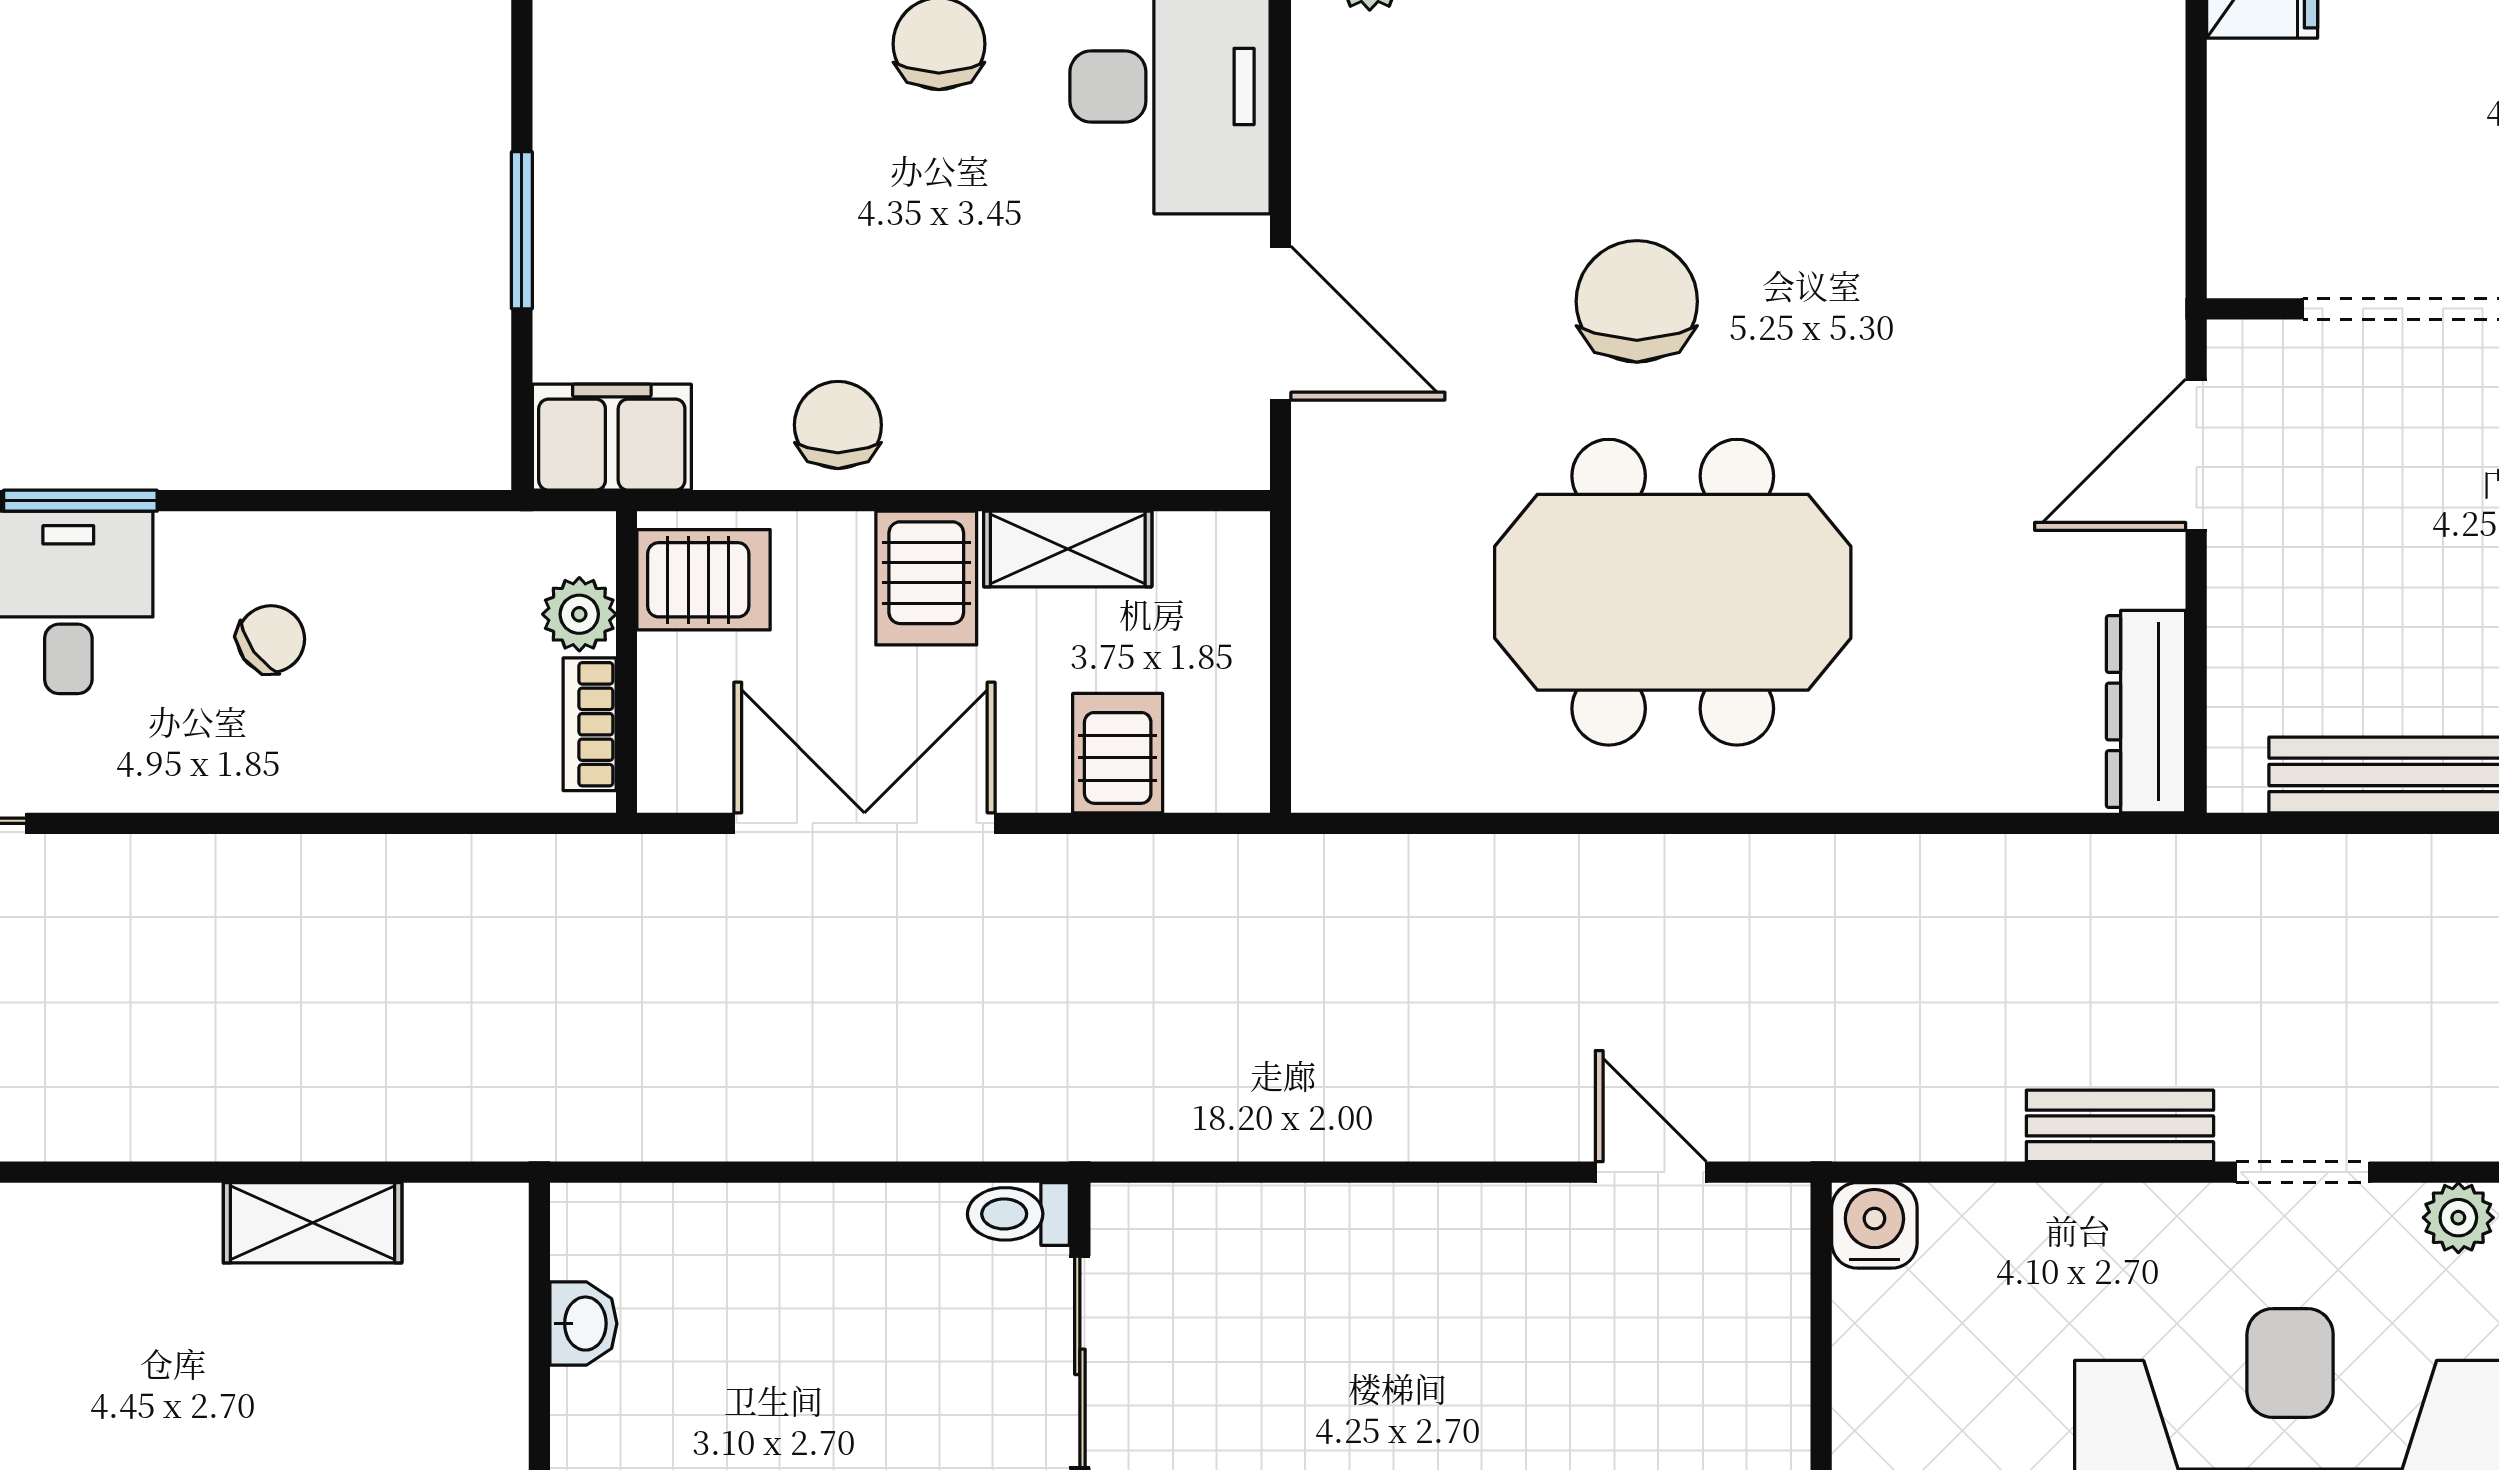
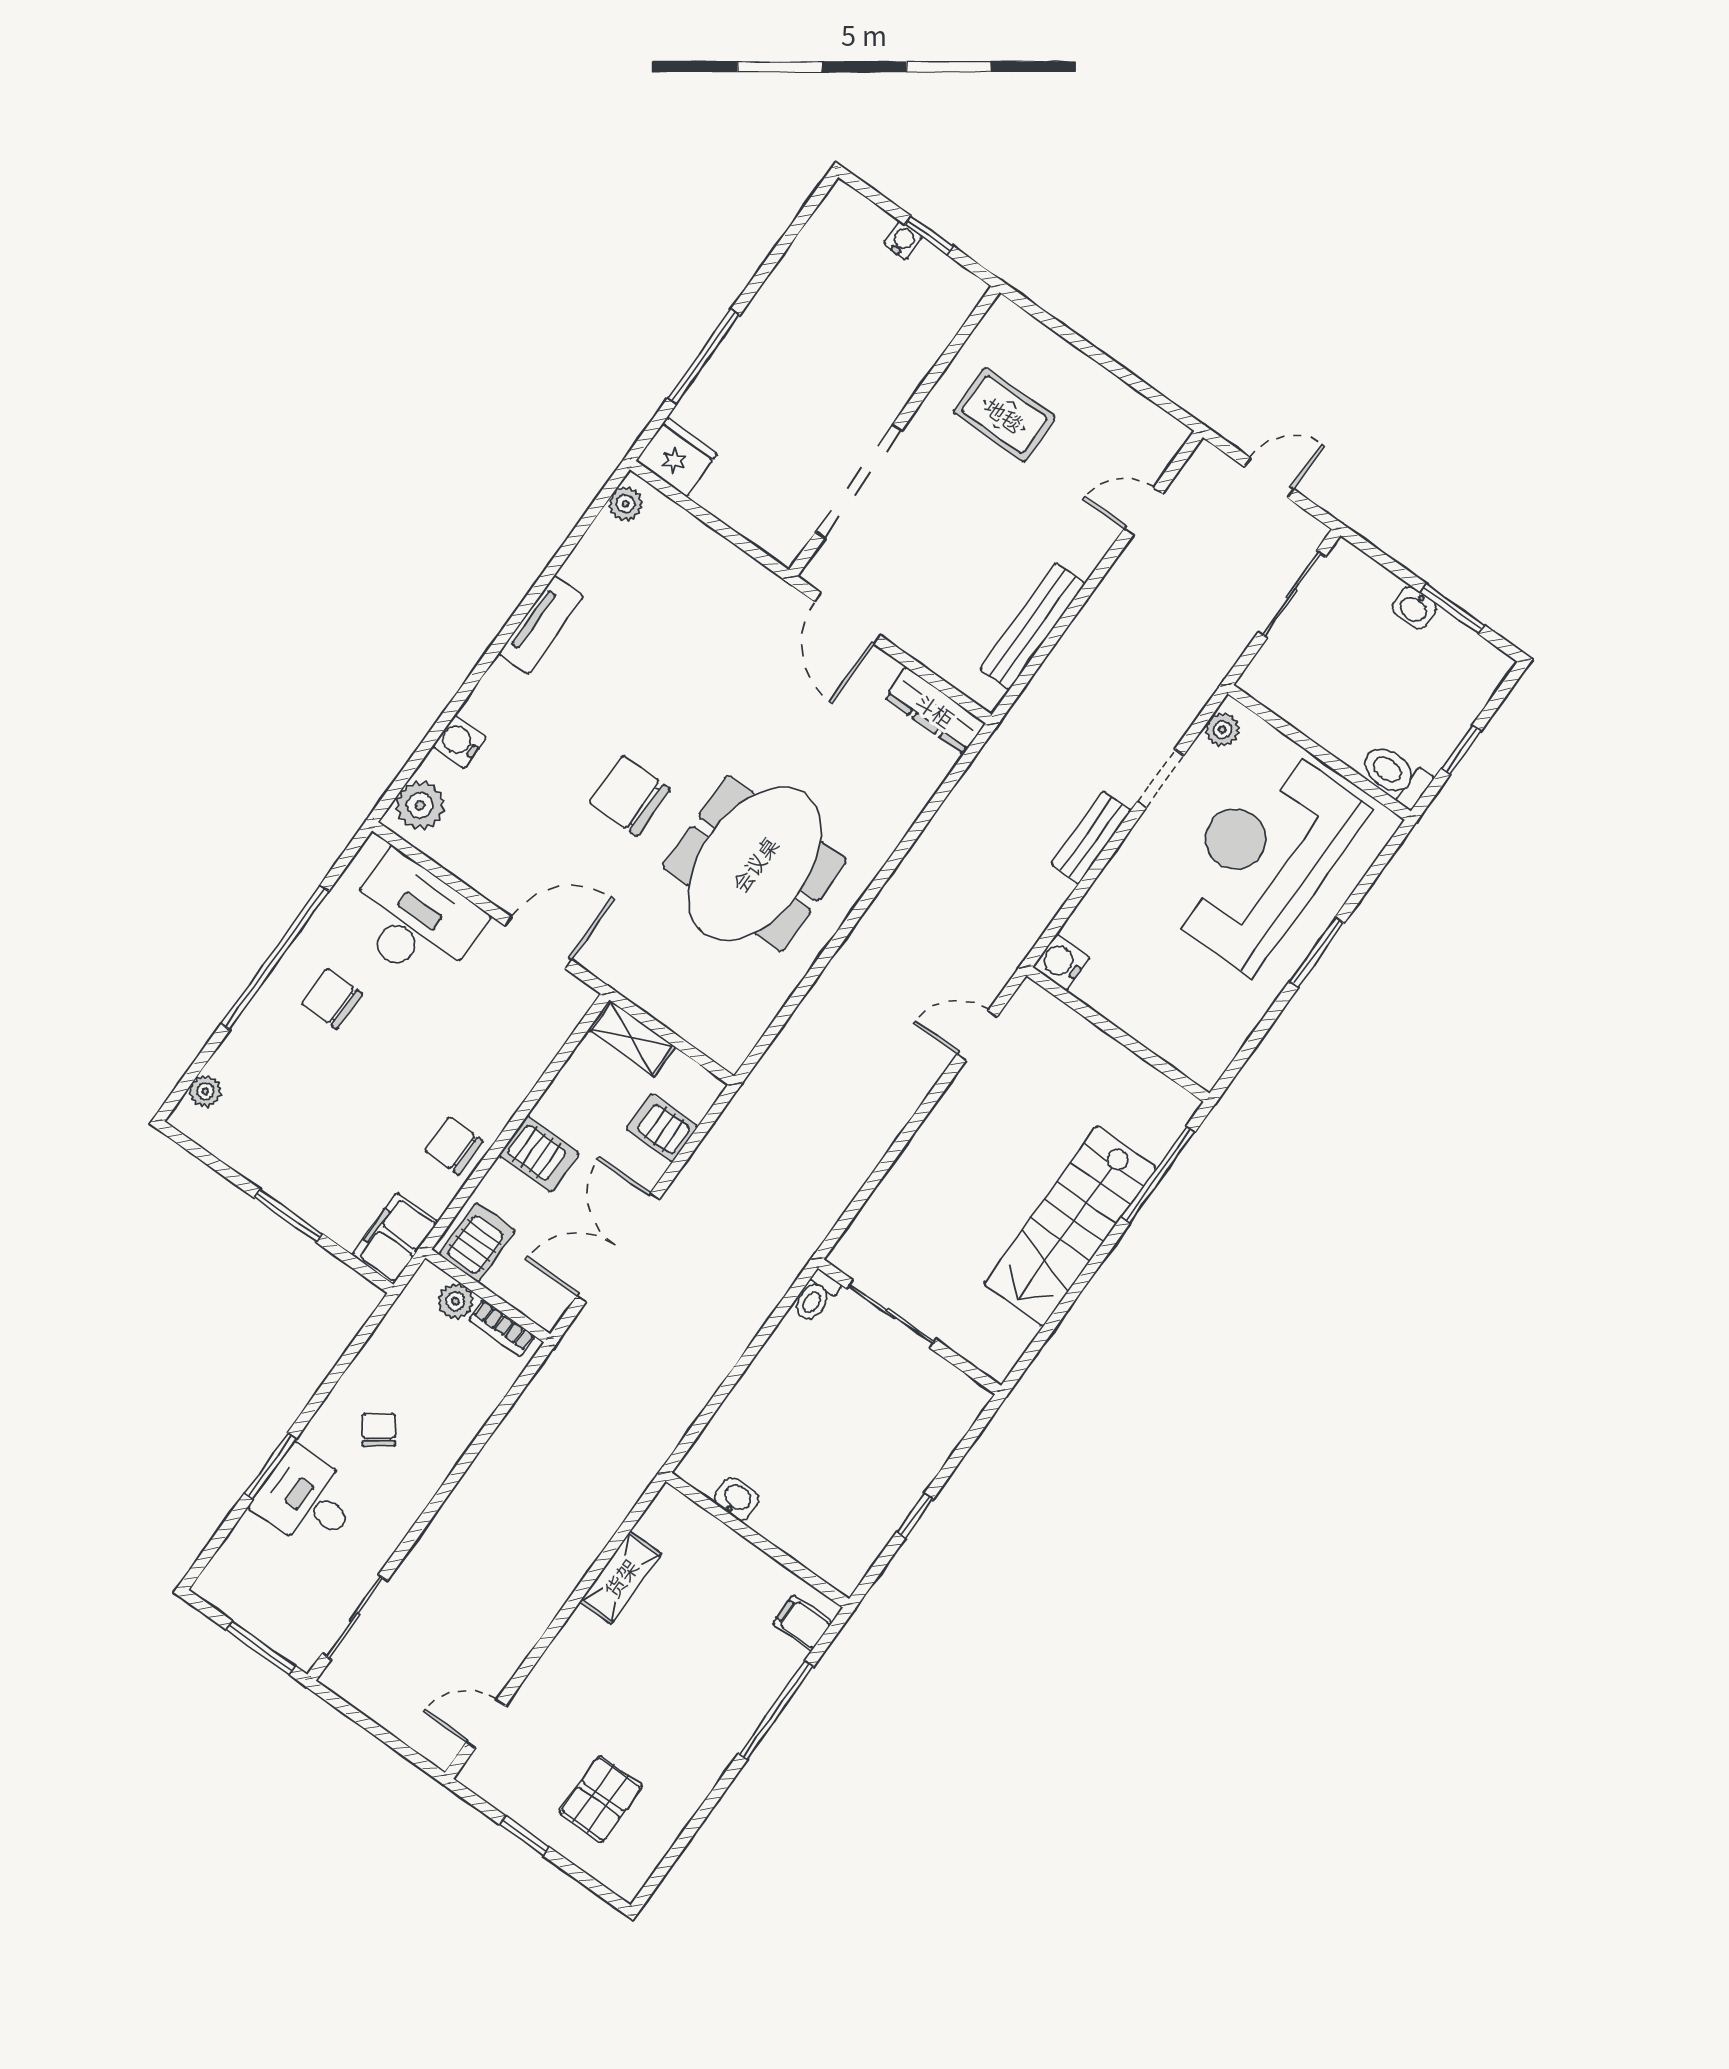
shelving: (1068, 549) -> (632, 1038), moved, turned 90

